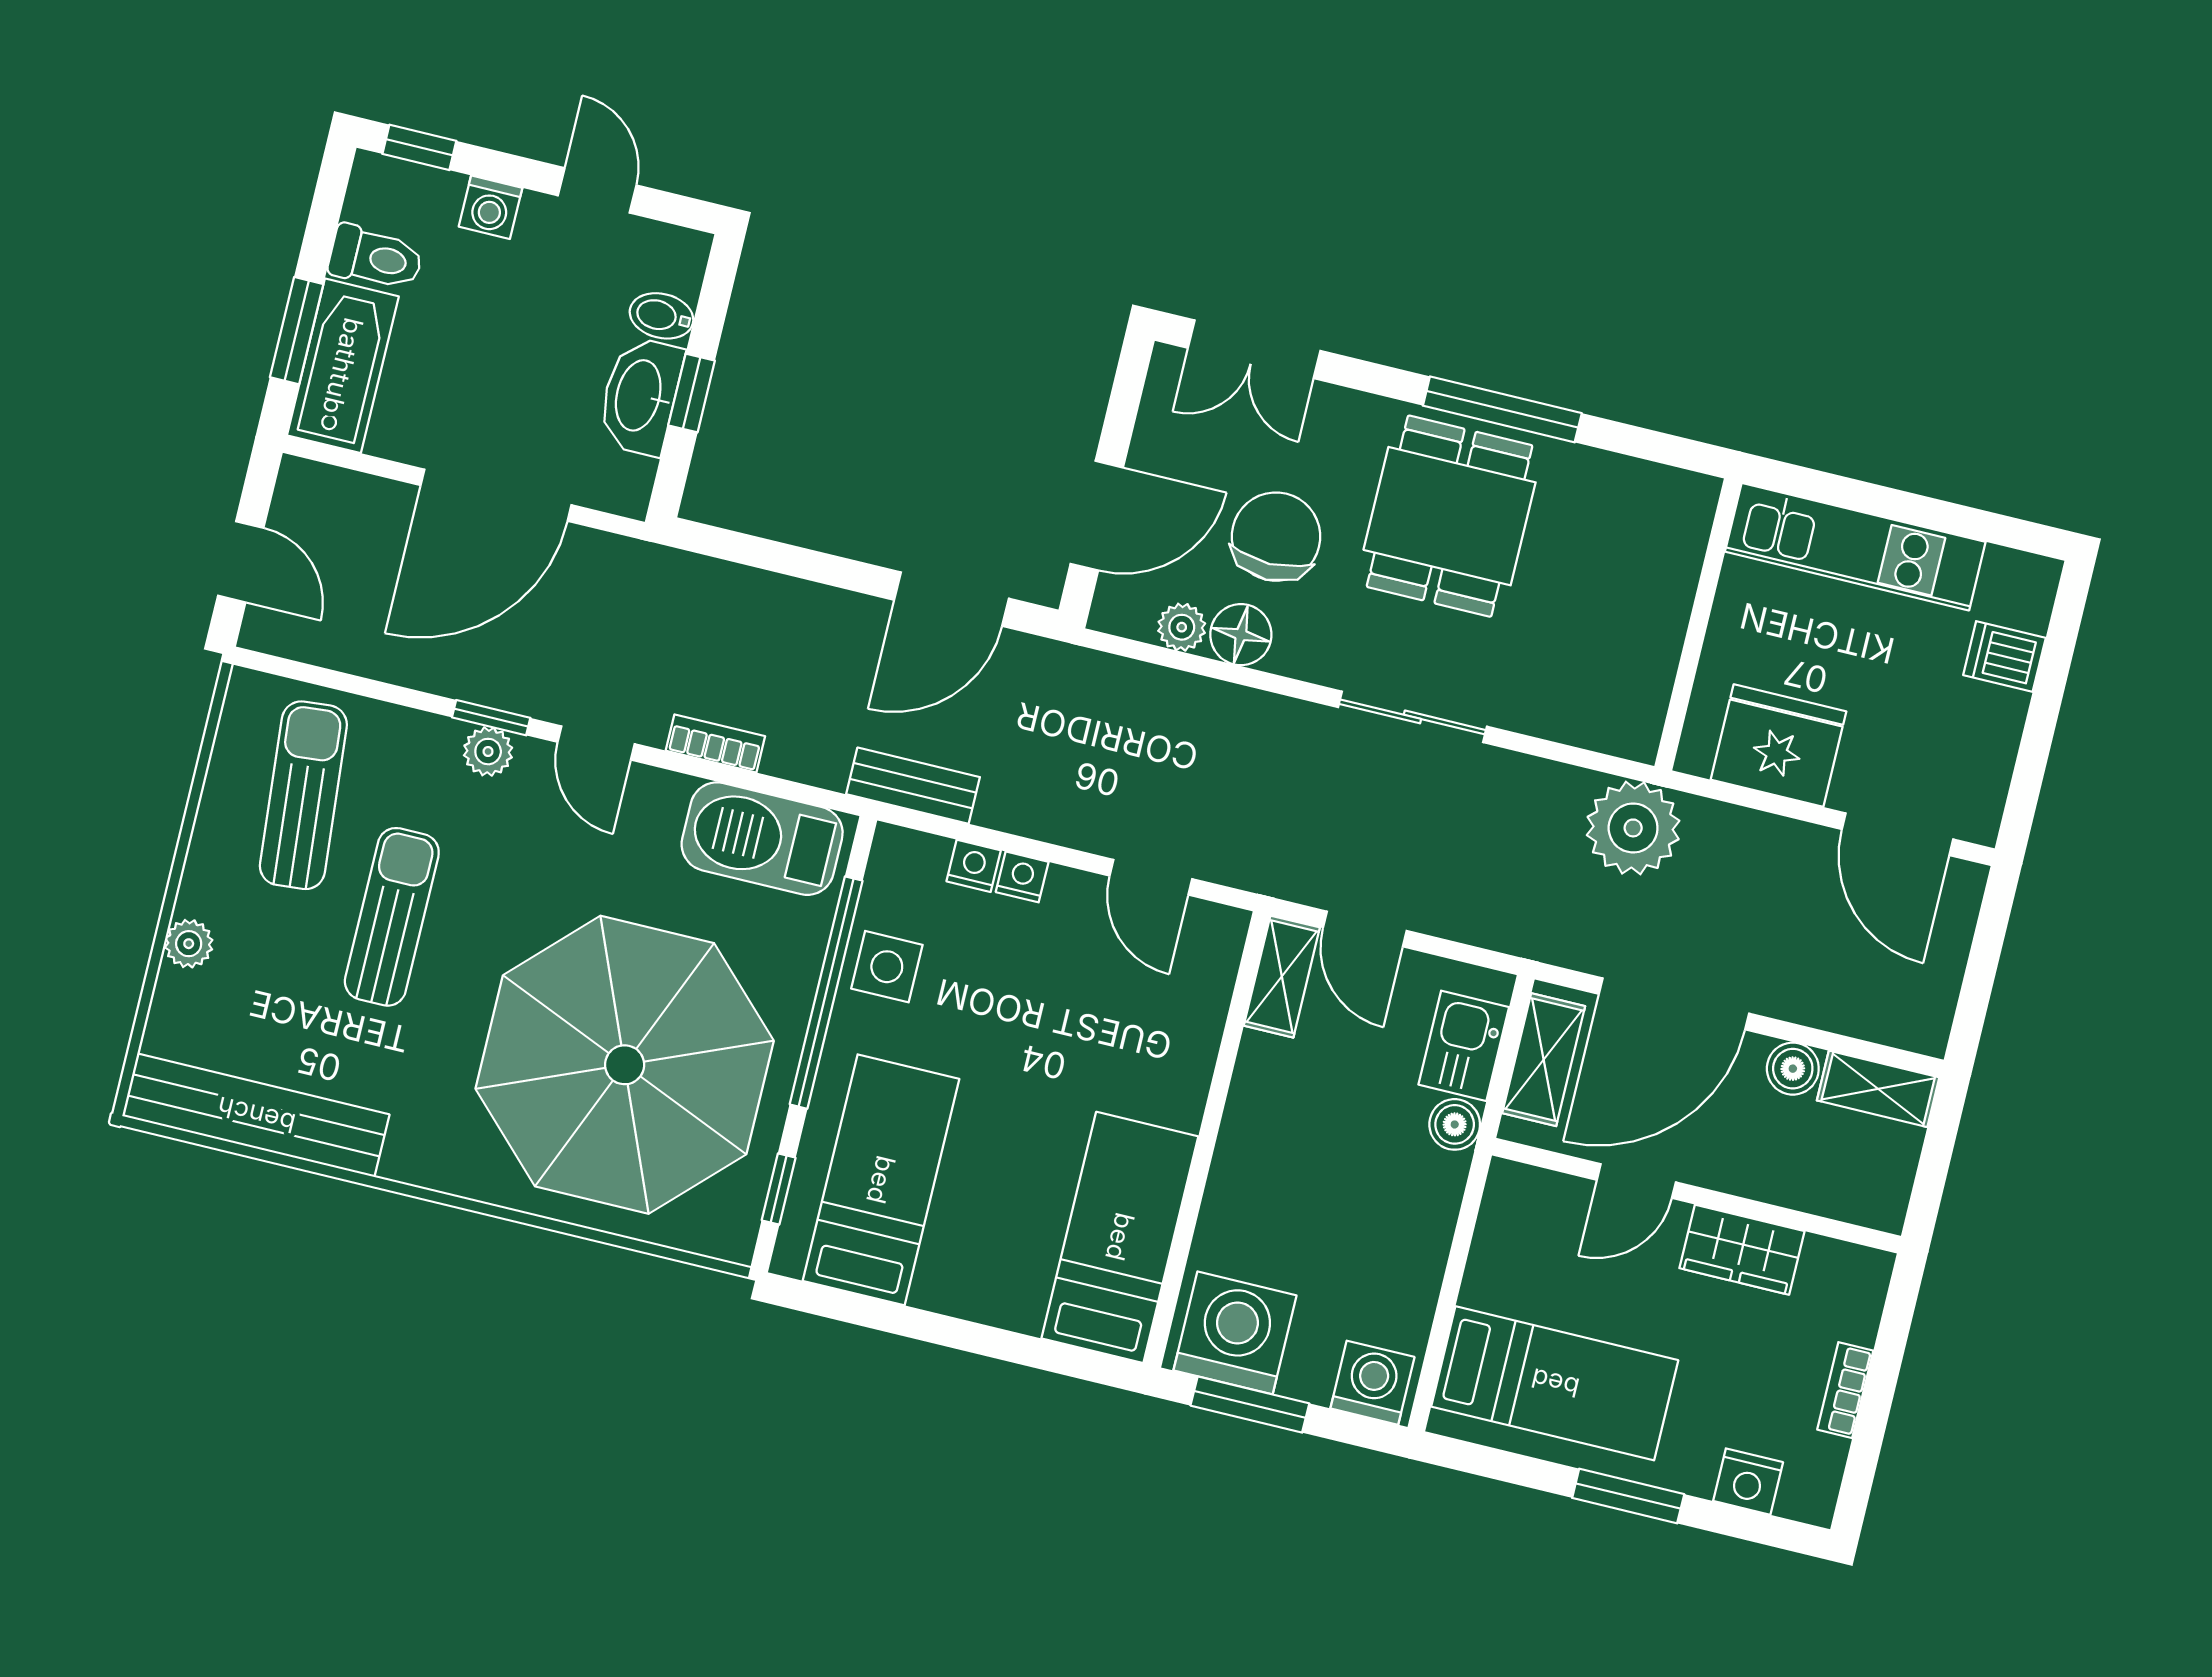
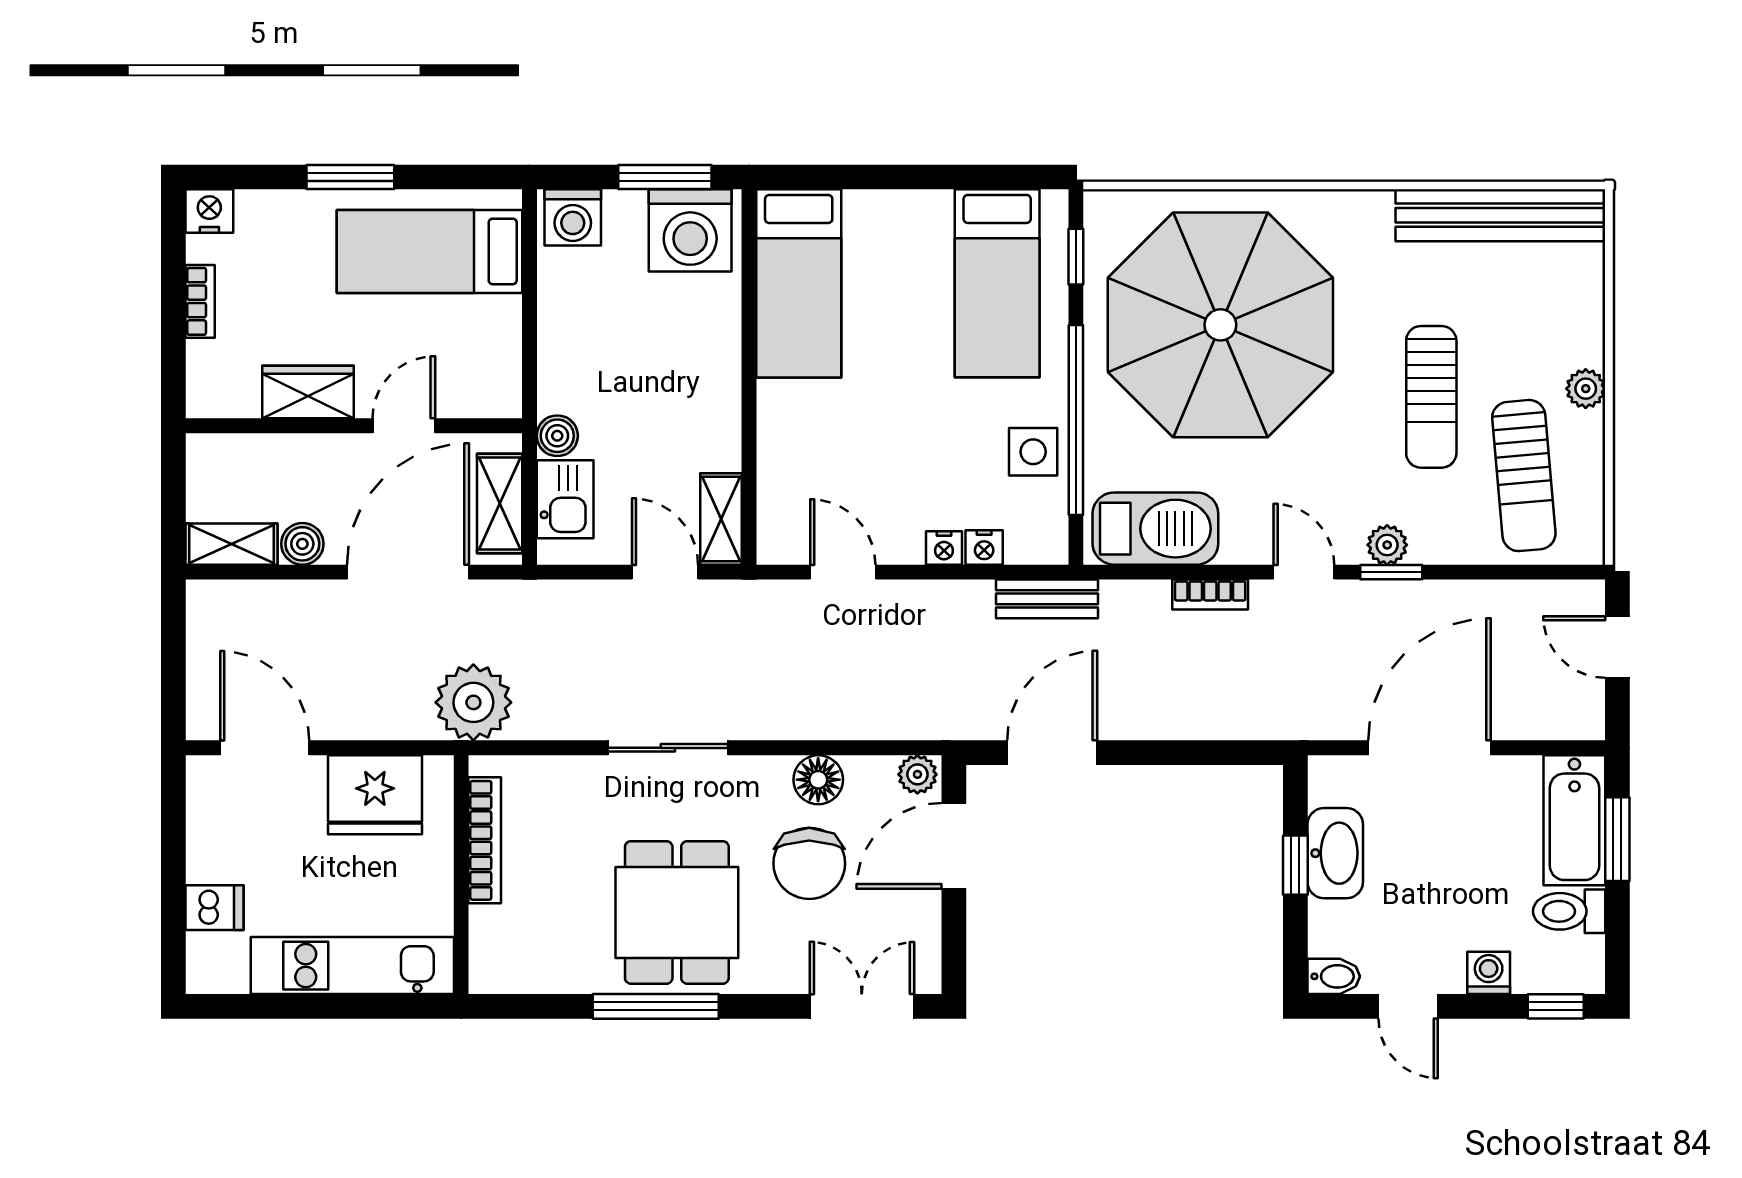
bidet: (662, 316) -> (1334, 976), moved
plant: (1182, 627) -> (917, 774), moved
bookcase: (1660, 659) -> (485, 840), added
plant: (189, 944) -> (1586, 389), moved
nightstand: (1748, 1482) -> (209, 211), moved

